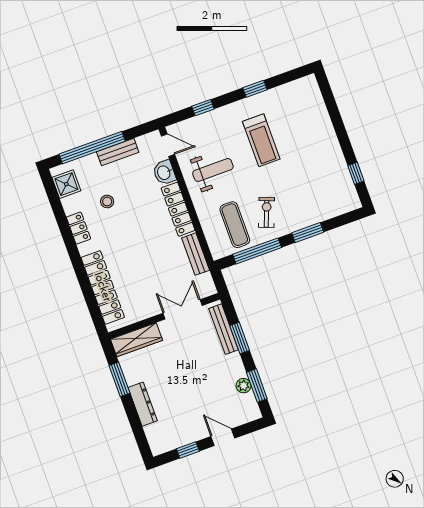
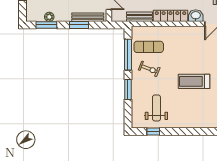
weight bench: (213, 170) -> (156, 108), moved, turned 180

